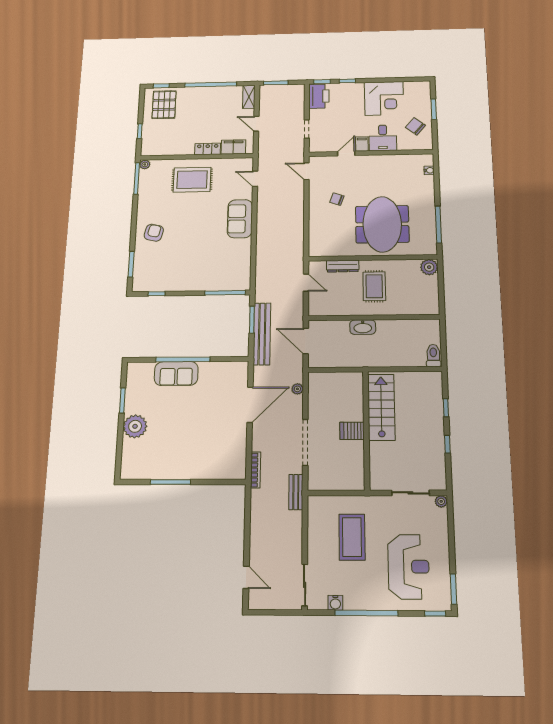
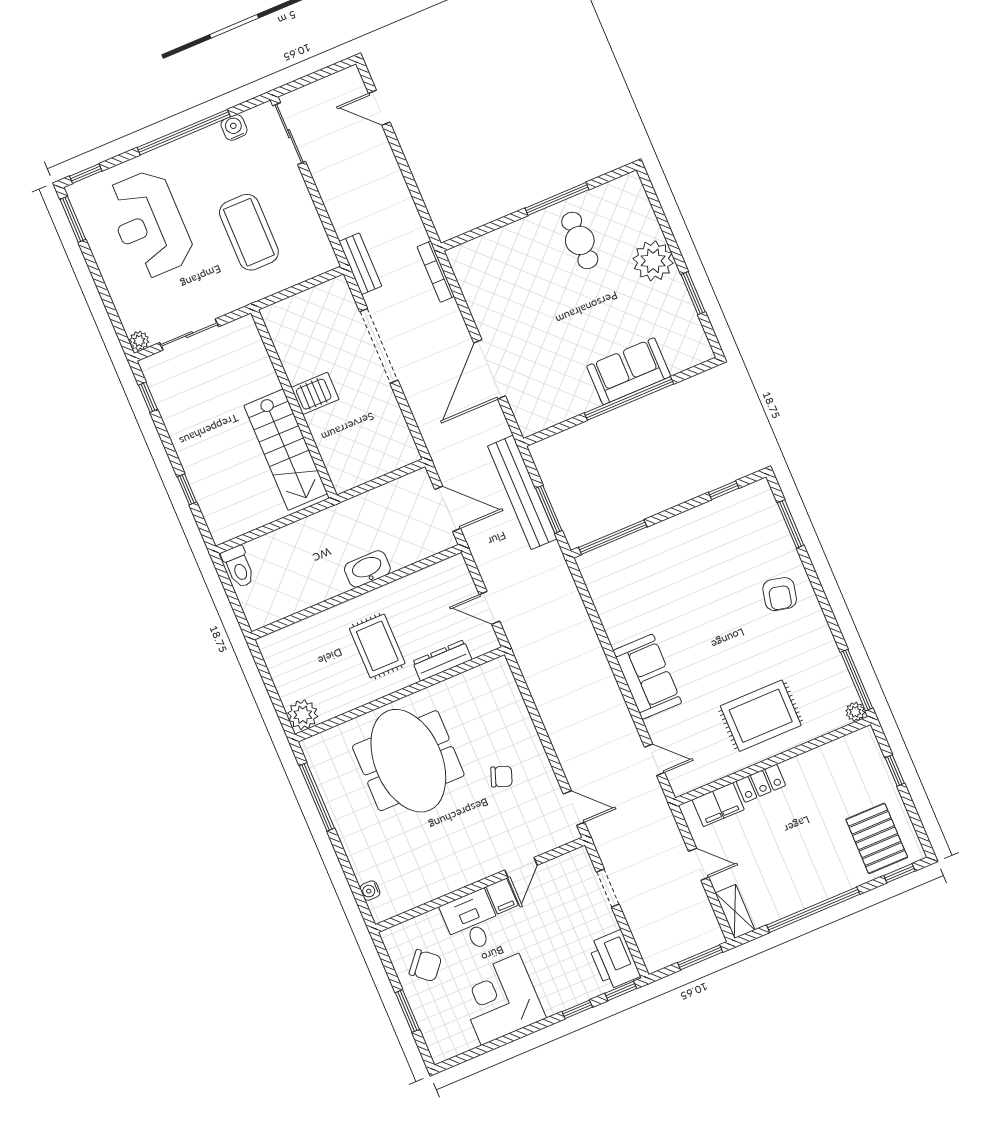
plant: (297, 389) -> (427, 425), removed
window: (447, 444) -> (148, 397), moved
cafe table: (169, 454) -> (580, 240), added

